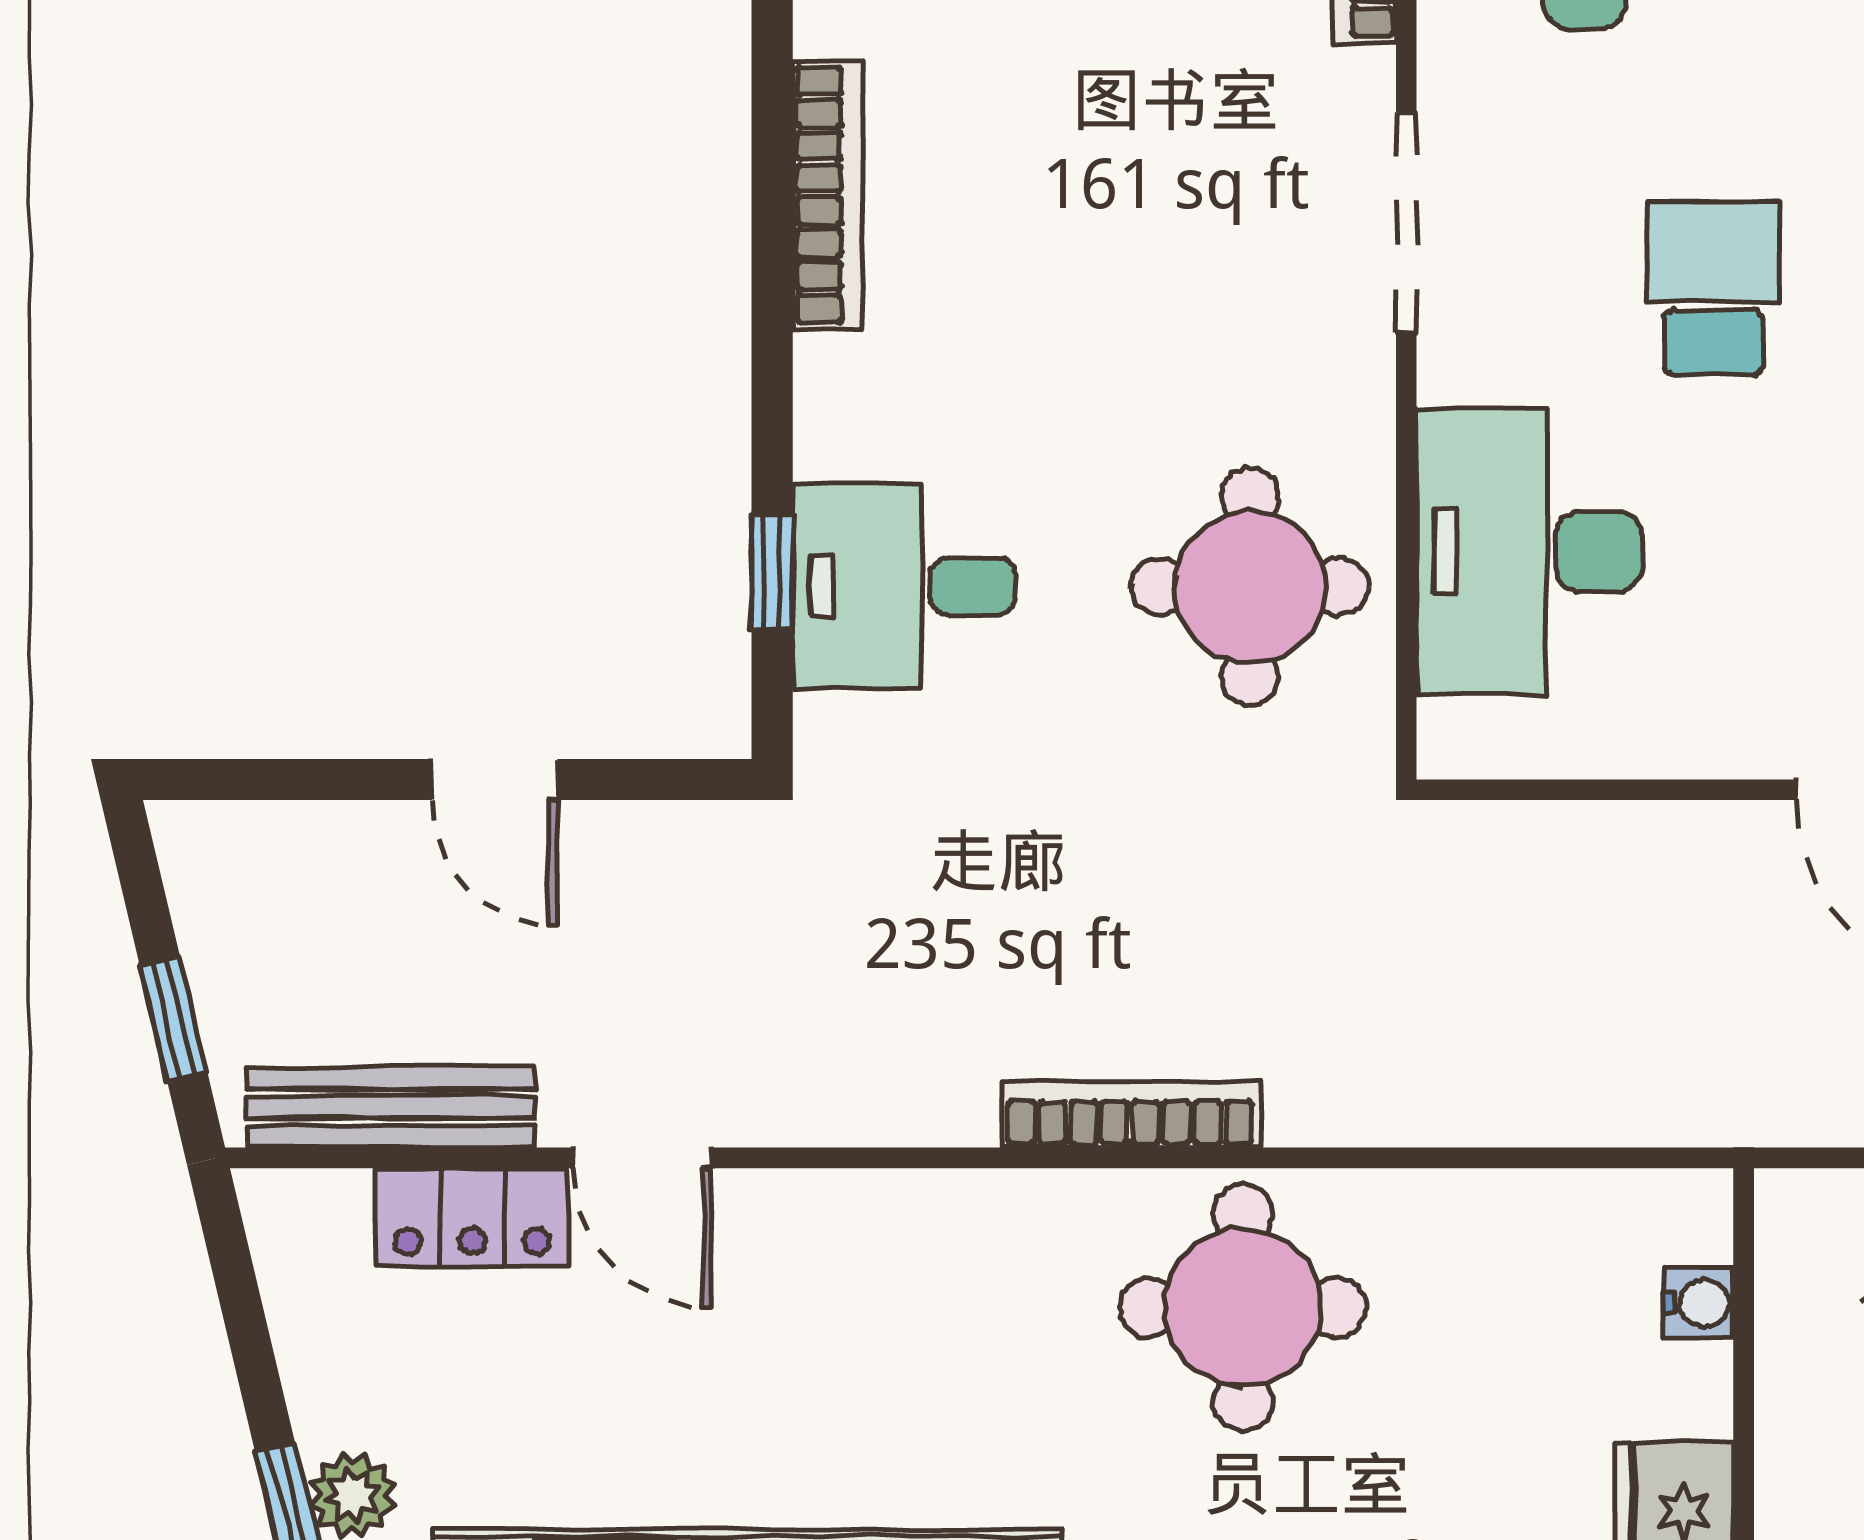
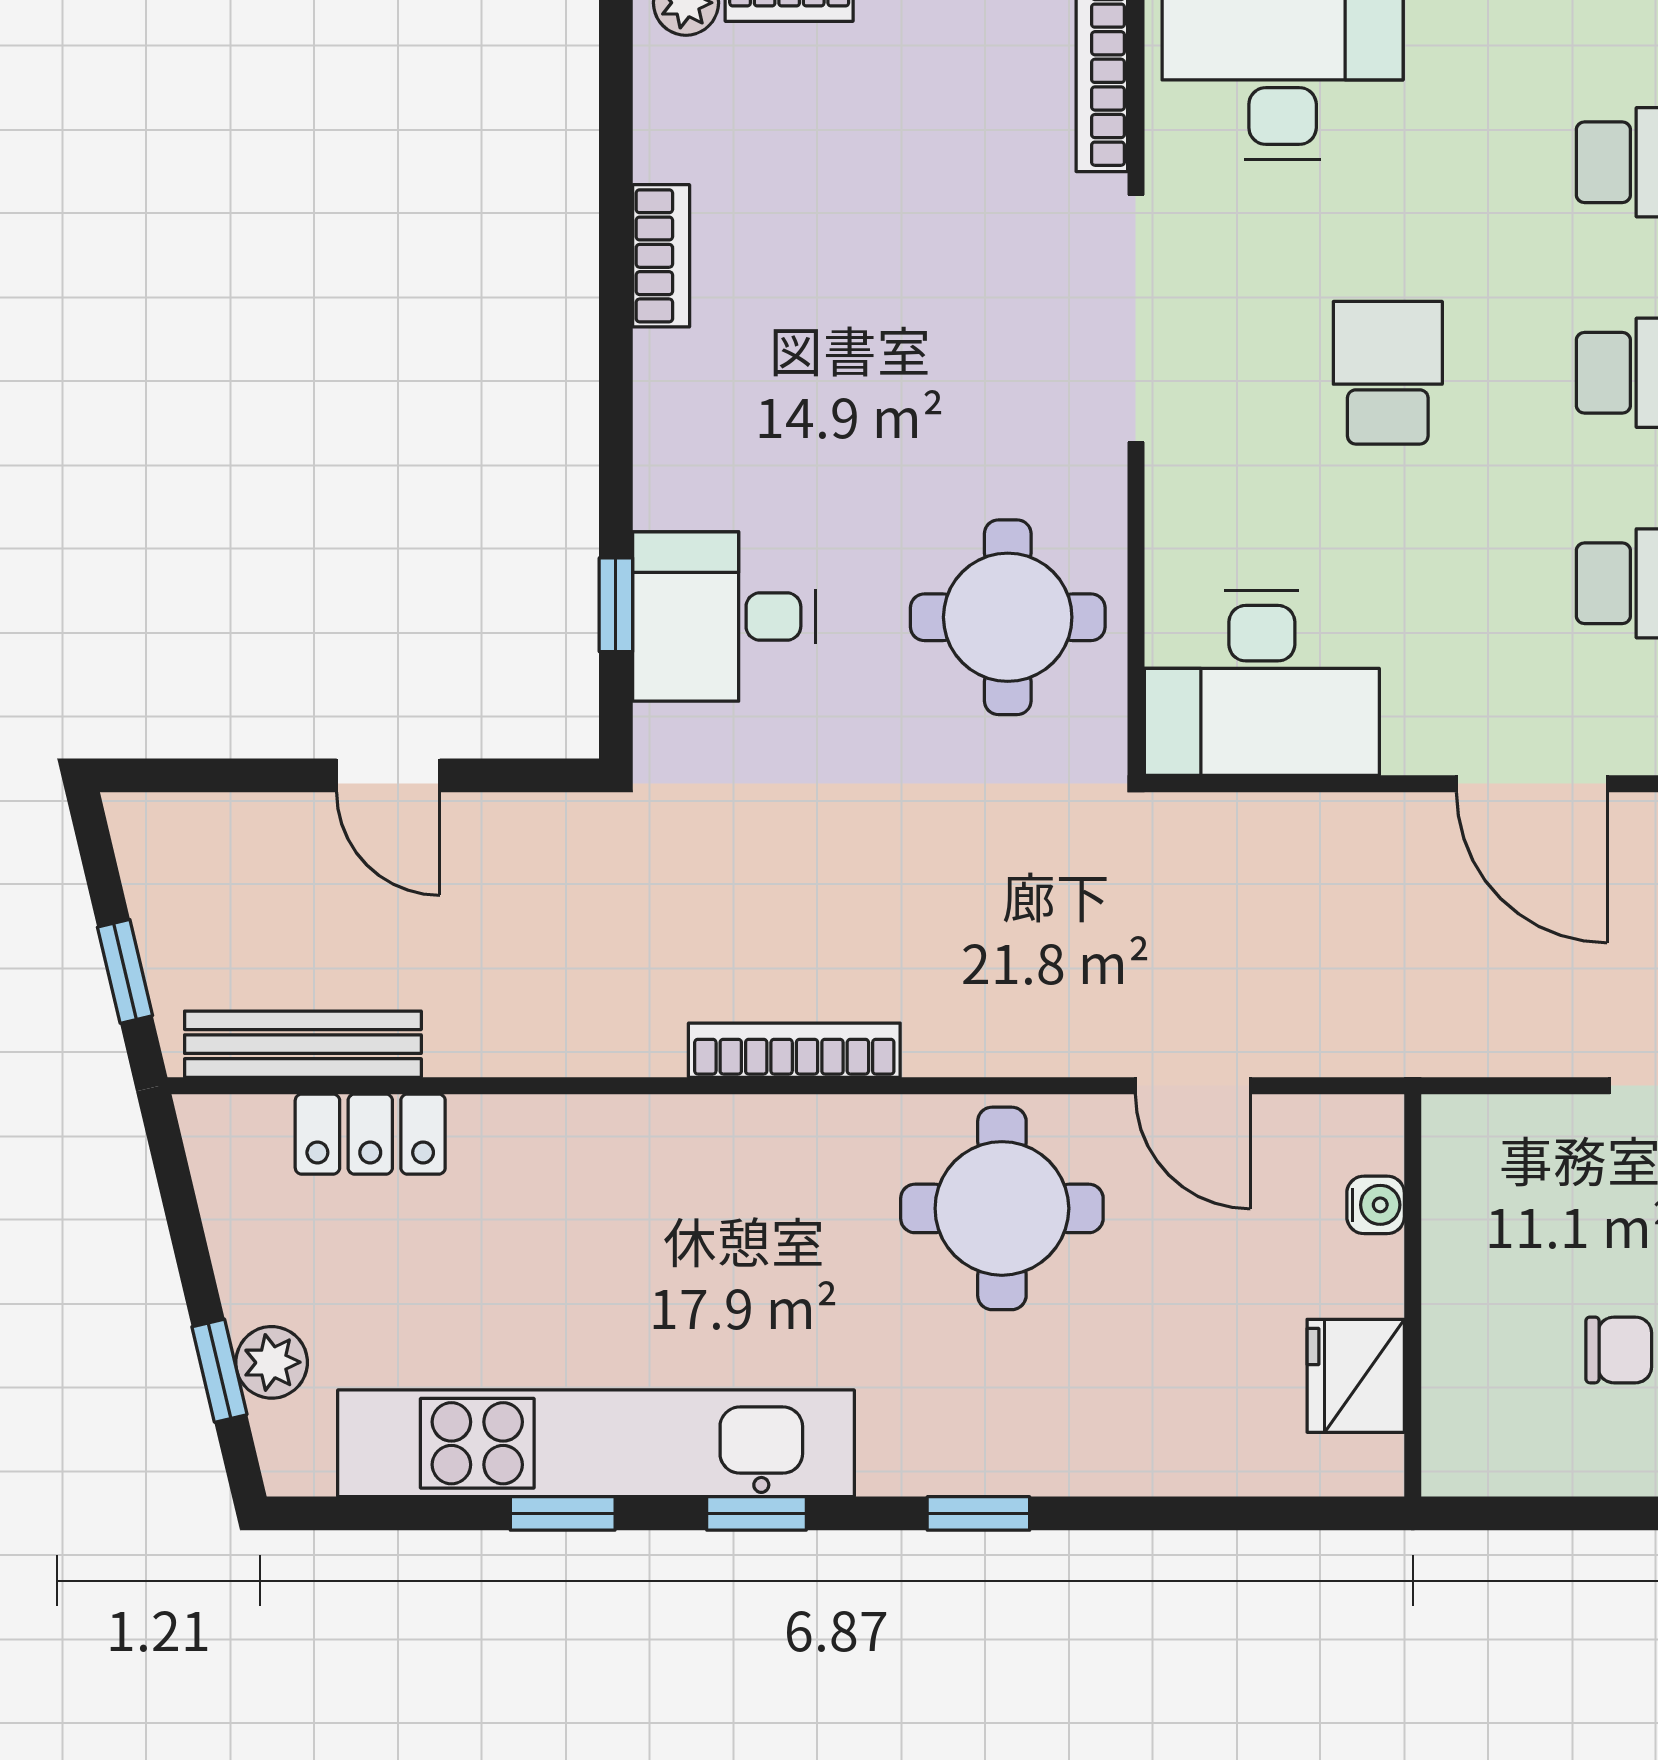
bookcase: (827, 195) -> (661, 256), width x0.64
doorway: (1406, 222) -> (1136, 318), width x1.36
desk: (1529, 551) -> (1262, 683), moved, turned -90
bookcase: (1130, 1115) -> (794, 1050), moved
door: (642, 1158) -> (1193, 1086), moved

